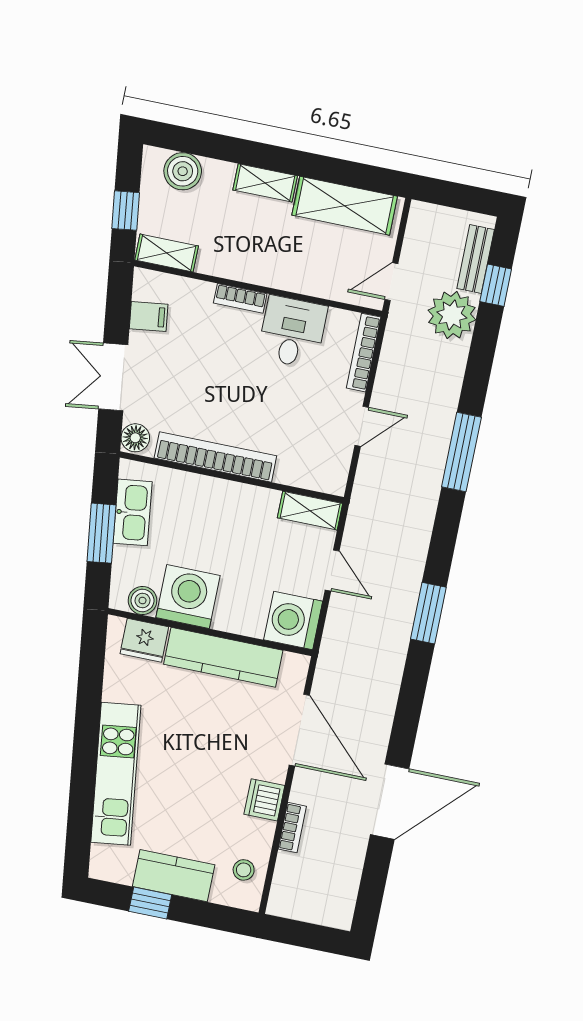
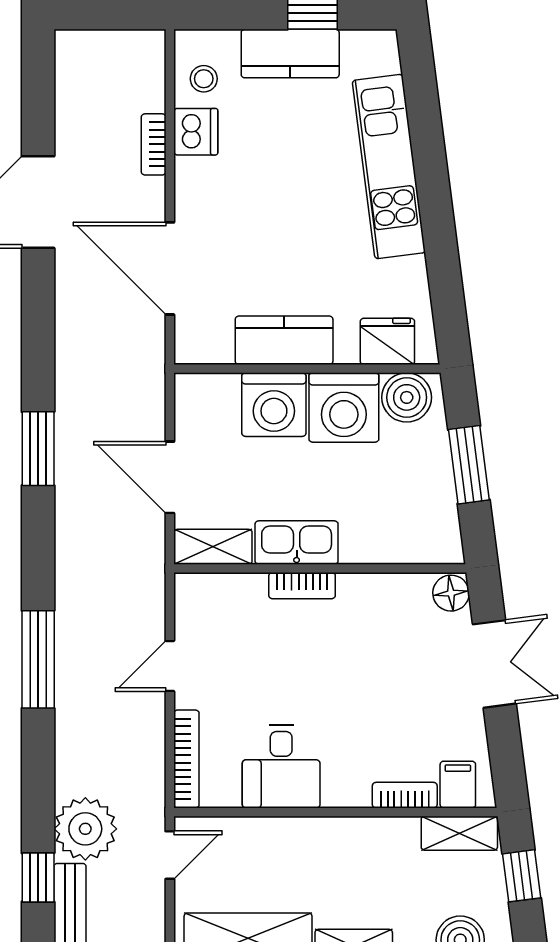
bookcase: (240, 298) -> (405, 795), moved
filing cabinet: (149, 316) -> (458, 785), moved, turned 97
bookcase: (215, 457) -> (302, 586), width x0.43, depth x0.76
kitchen sink: (133, 512) -> (297, 543), moved, turned 97
door: (332, 570) -> (170, 477), width x1.38
boiler: (142, 600) -> (407, 397), width x1.36, depth x1.36
washing machine: (293, 620) -> (274, 405), moved, turned 90
kitchen counter: (223, 657) -> (284, 340), width x0.67
dishwasher: (264, 800) -> (196, 132), moved

